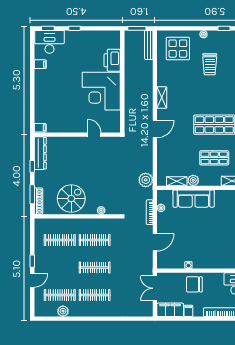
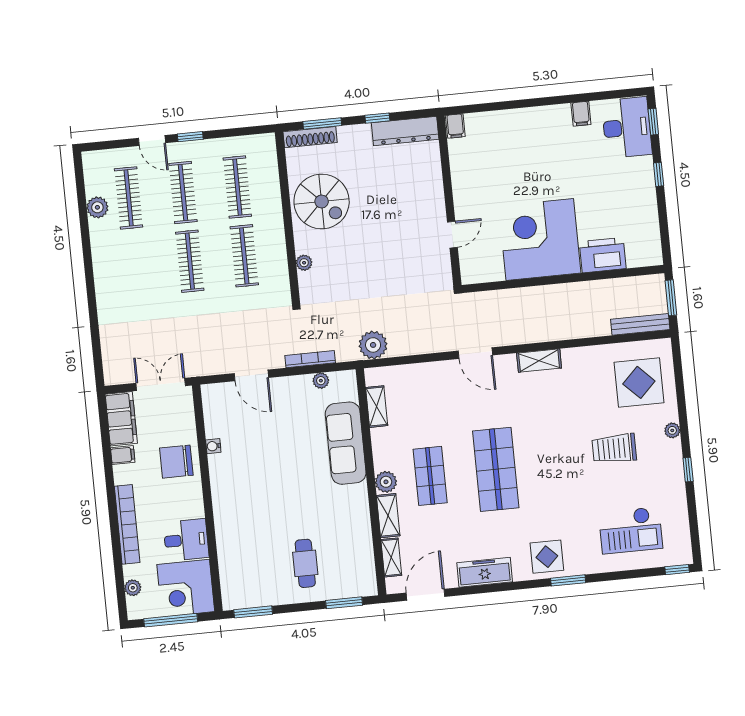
plant: (193, 180) -> (386, 482), moved
chair: (194, 284) -> (176, 462), turned -90
clothes rail: (95, 295) -> (183, 192), moved

